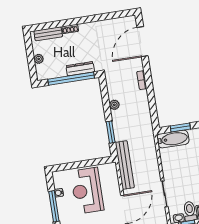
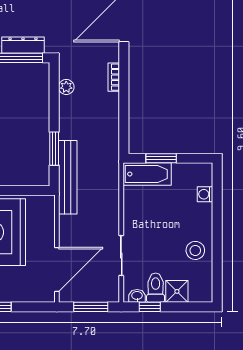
plant: (114, 105) -> (66, 87), moved
bench: (125, 165) -> (68, 177), moved

